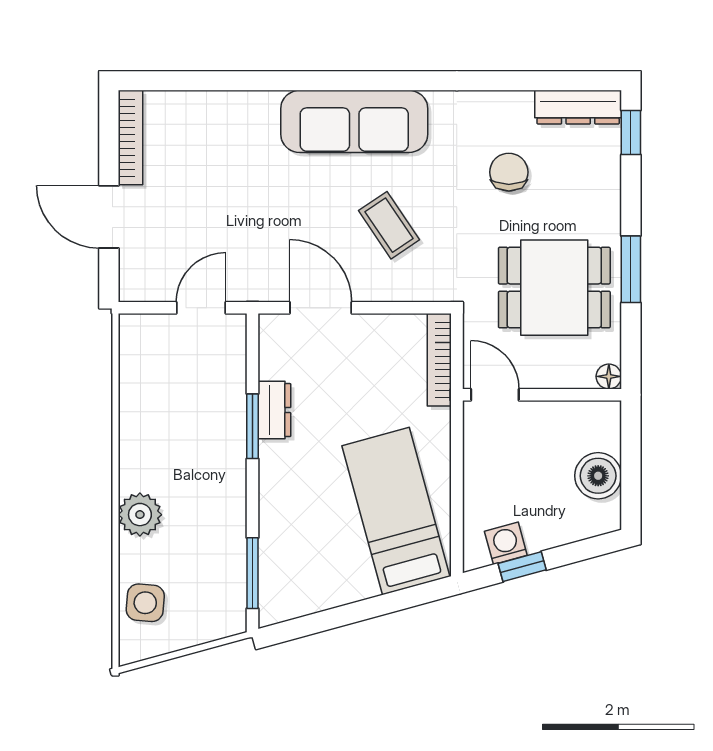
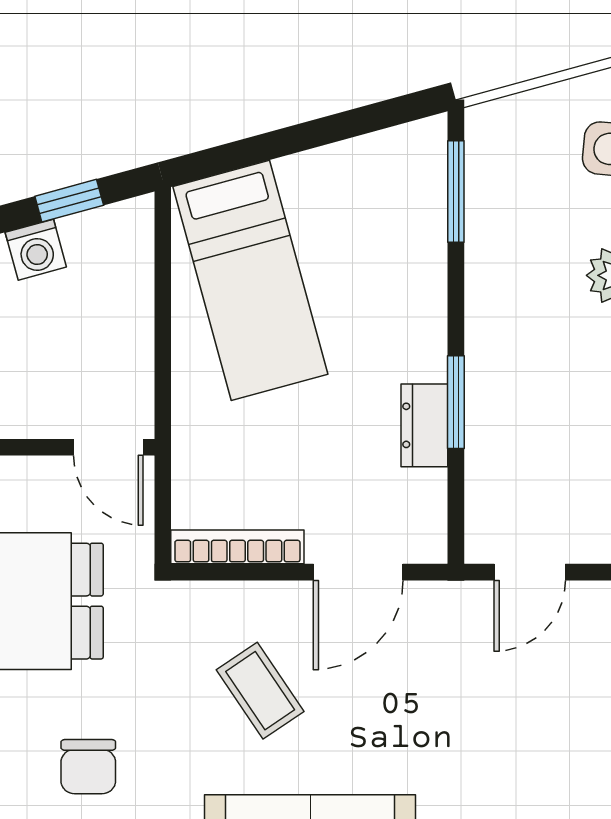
door: (321, 308) -> (358, 572), hinge flipped
bookcase: (439, 360) -> (237, 547), moved, turned -90
washing machine: (506, 543) -> (36, 250), moved

